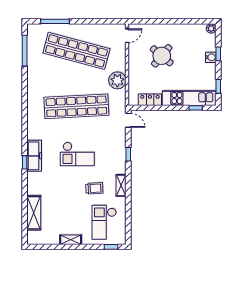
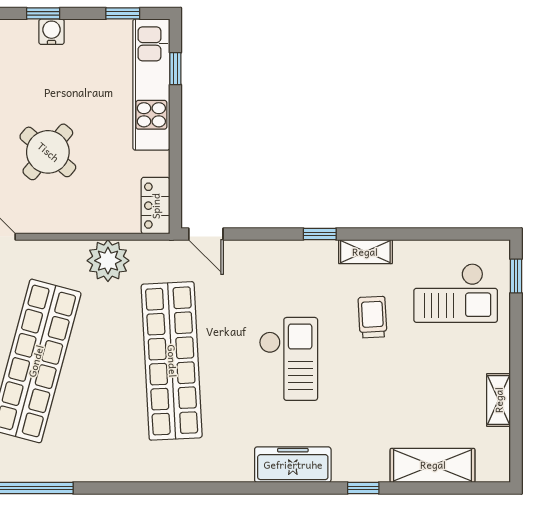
locker: (150, 100) -> (156, 206), moved
door: (128, 120) -> (206, 234), swing flipped
window: (128, 154) -> (320, 234), moved
window: (25, 162) -> (363, 488), moved
shelving: (71, 240) -> (499, 400), moved

